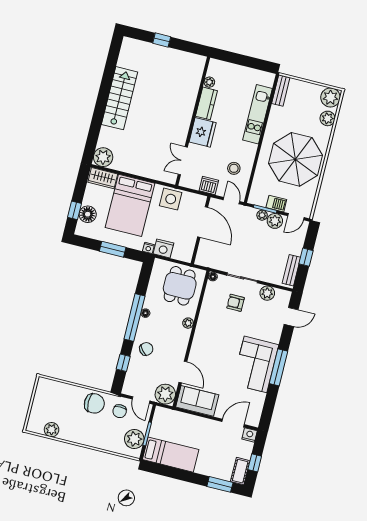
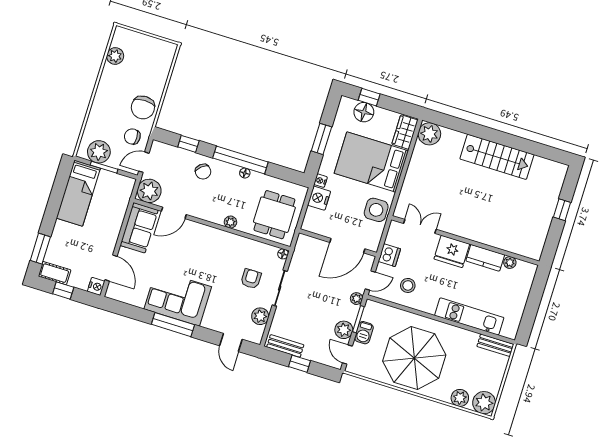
plant: (262, 215) -> (356, 299), moved
dining table: (180, 286) -> (274, 215), turned 90

